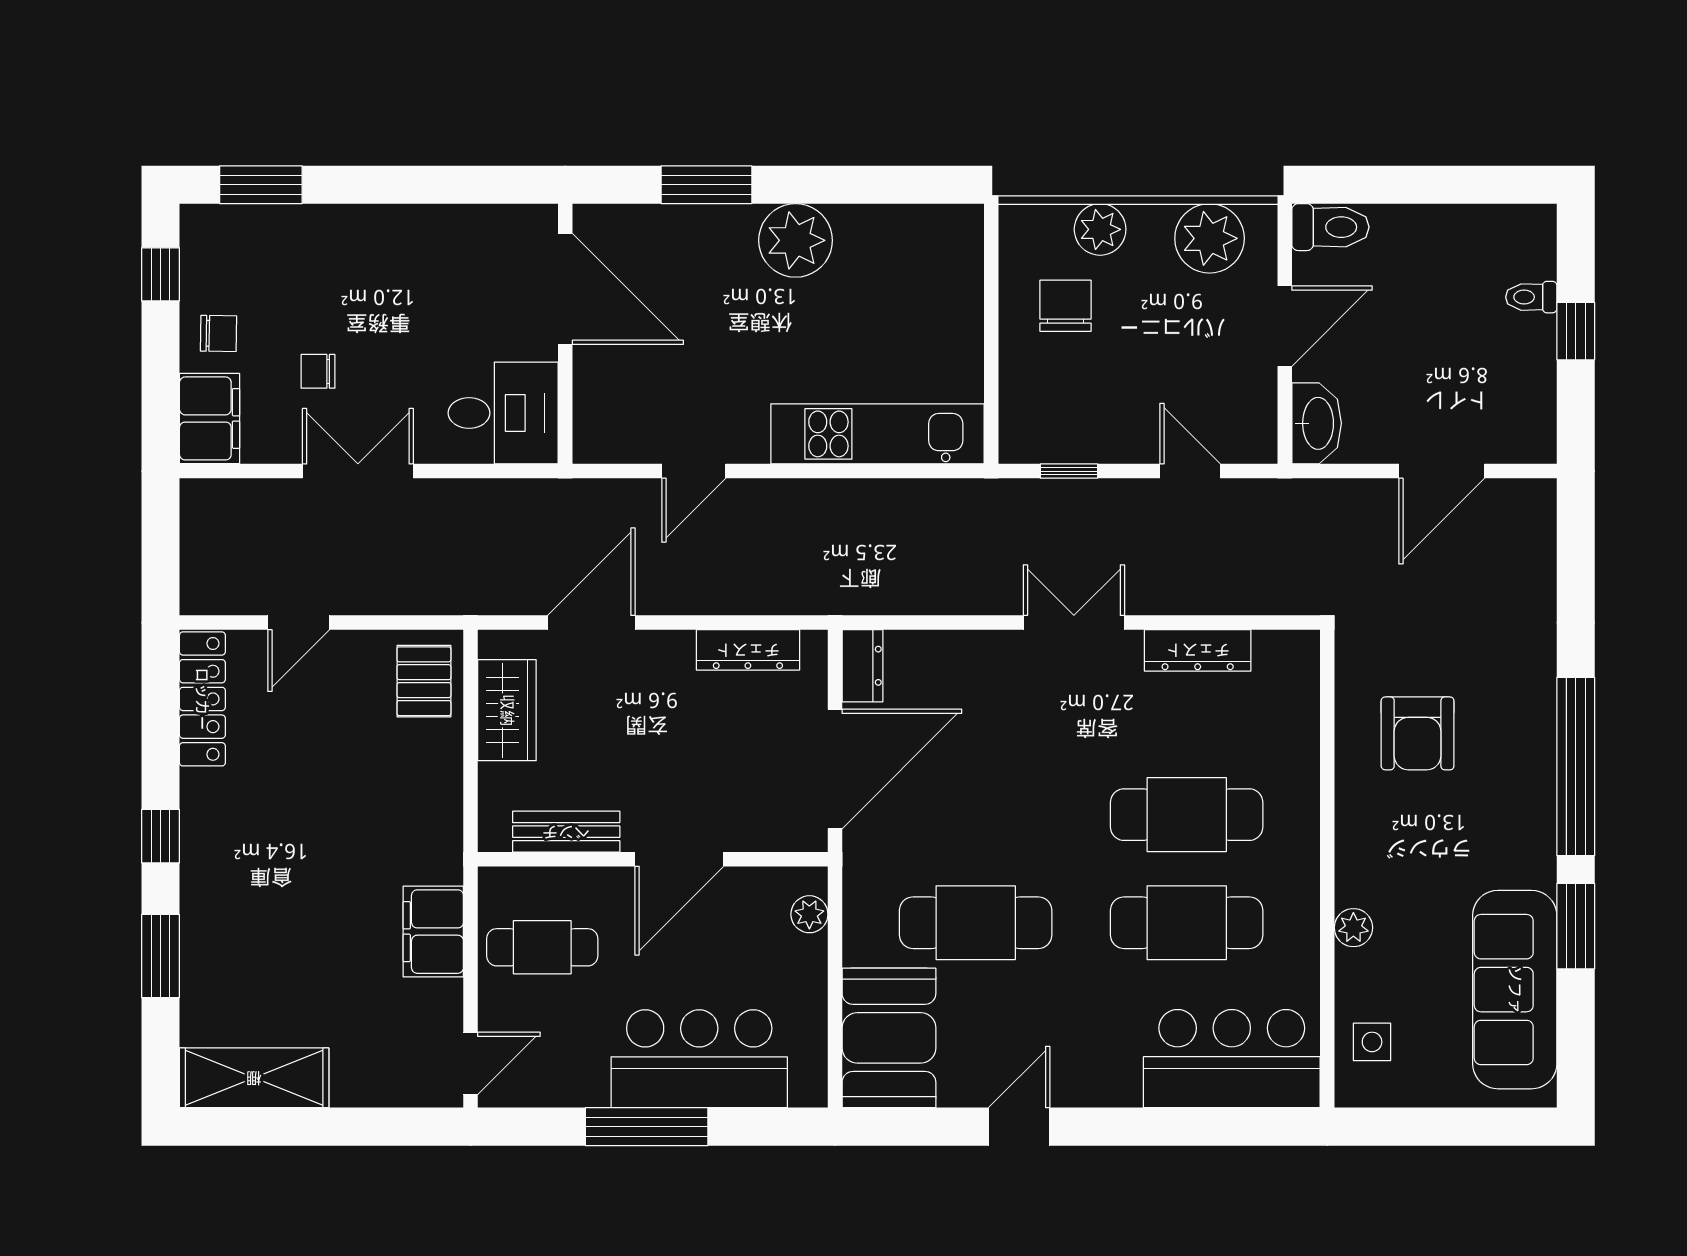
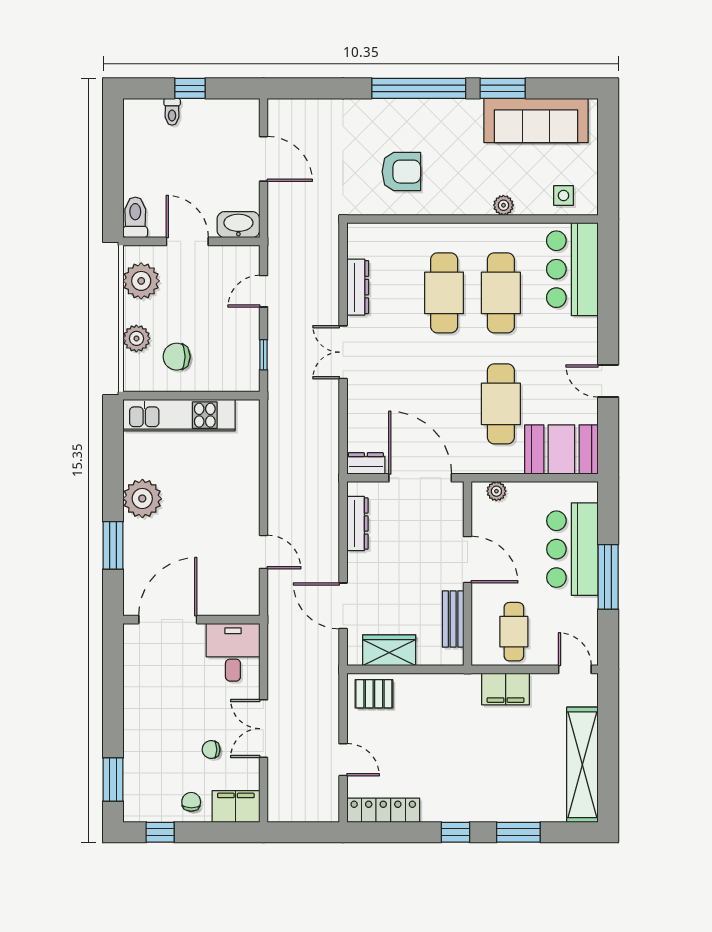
chair: (318, 371) -> (211, 750), turned 90
kitchen unit: (877, 434) -> (179, 415), moved, turned -90
shelving: (254, 1078) -> (582, 765), width x1.47

